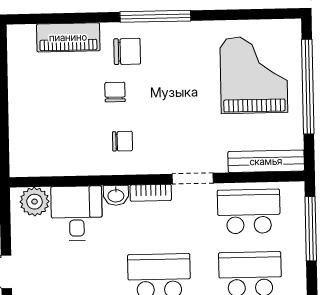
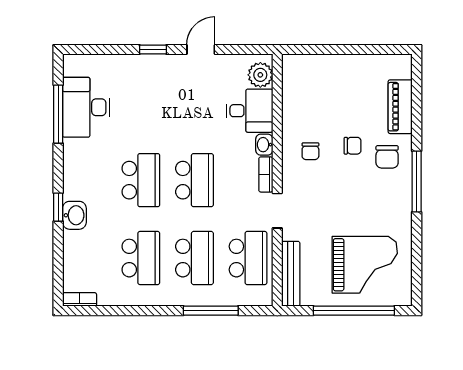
window: (311, 229) -> (211, 311), moved

